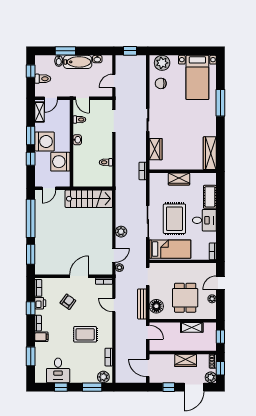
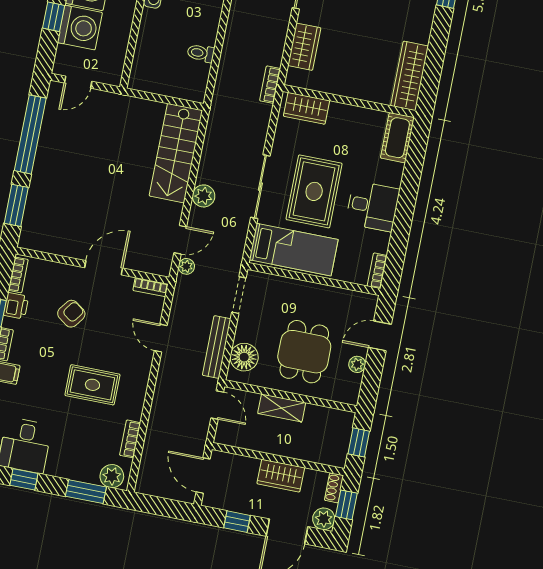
washing machine: (60, 162) -> (80, 28), moved, turned 180
wardrobe: (179, 179) -> (306, 108), moved
cot: (210, 197) -> (397, 138), moved
stairs: (89, 199) -> (176, 153), moved, turned 90
shelving: (192, 327) -> (282, 408), moved

